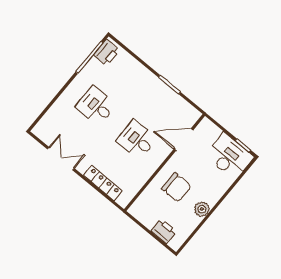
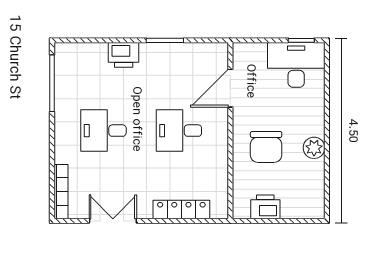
printer: (106, 53) -> (124, 55), moved, turned 90
bookcase: (46, 120) -> (61, 192), added
chair: (176, 187) -> (266, 147), turned 90
printer: (164, 231) -> (265, 207), moved

